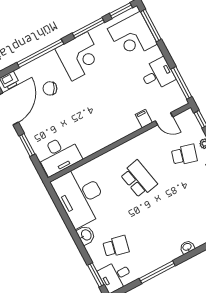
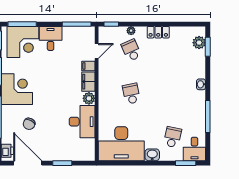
desk: (157, 74) -> (51, 38), moved
filing cabinet: (127, 127) -> (88, 82), added
plant: (110, 137) -> (89, 98), added
desk: (59, 155) -> (82, 122), moved
school desk: (184, 155) -> (131, 50), turned -39
school desk: (139, 179) -> (131, 94), width x0.54

